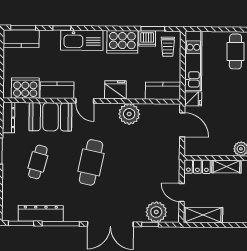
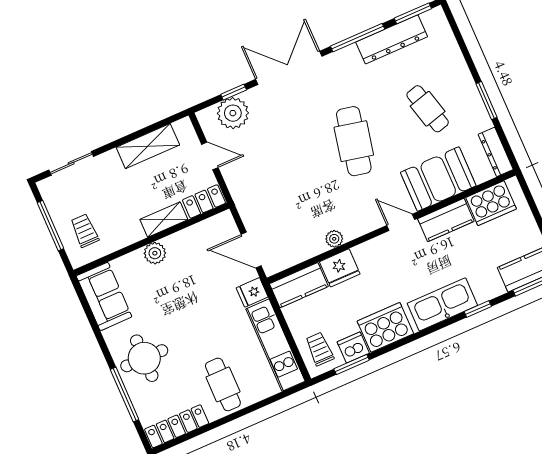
fridge: (115, 90) -> (340, 268), moved
plant: (129, 114) -> (334, 239), width x0.53, depth x0.53
cafe table: (38, 162) -> (428, 109), turned -30
shelving: (203, 215) -> (148, 146), moved

